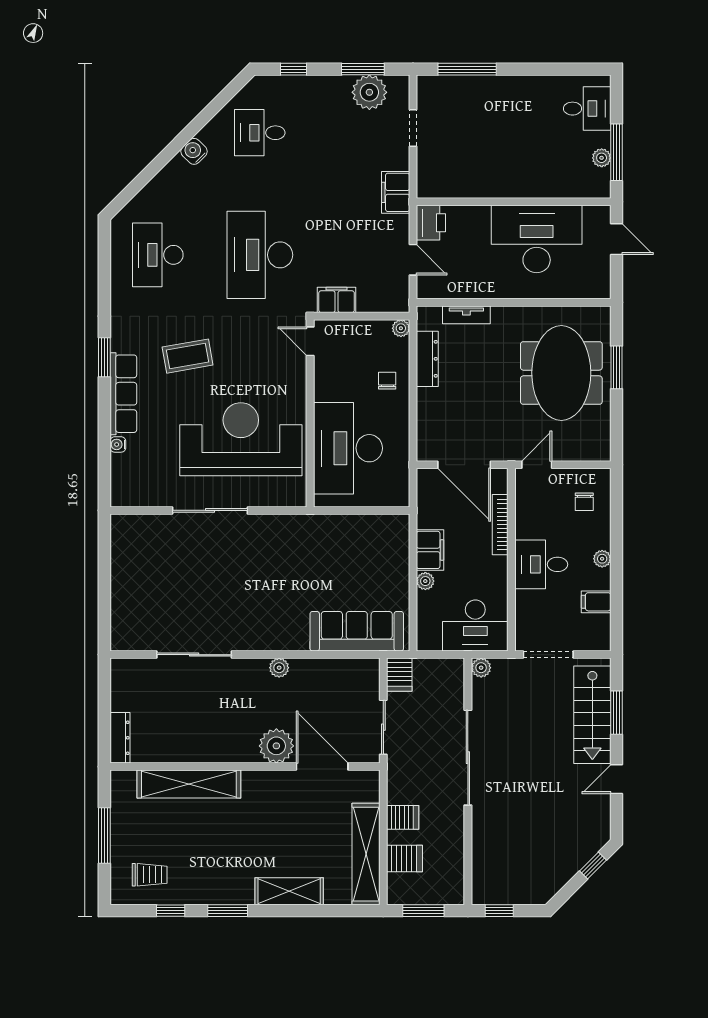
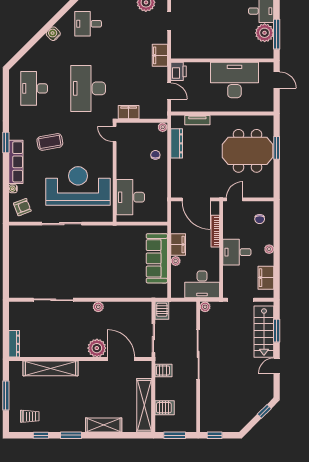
plant: (602, 158) -> (265, 33), width x1.88, depth x1.88
meeting table: (561, 373) -> (248, 151), turned 90
desk: (348, 448) -> (130, 197), width x0.73, depth x0.77
armchair: (135, 479) -> (22, 207), added
filing cabinet: (596, 602) -> (266, 278), width x2.00
sofa: (357, 631) -> (157, 258), moved, turned -90
server rack: (403, 817) -> (164, 370), moved

